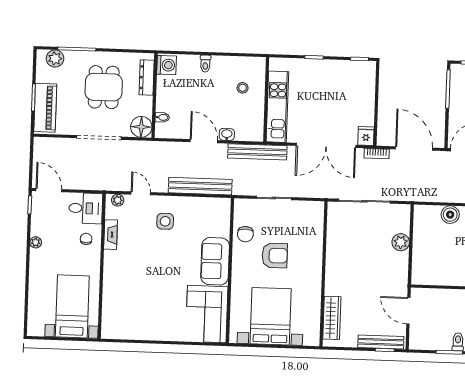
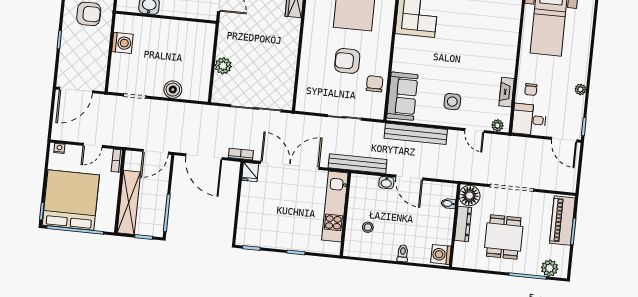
dresser: (147, 77) -> (463, 224), moved
sofa: (215, 261) -> (402, 96), moved

